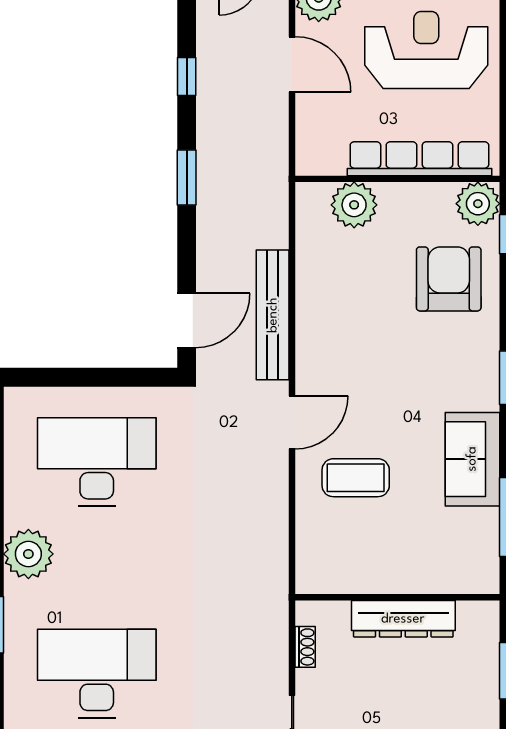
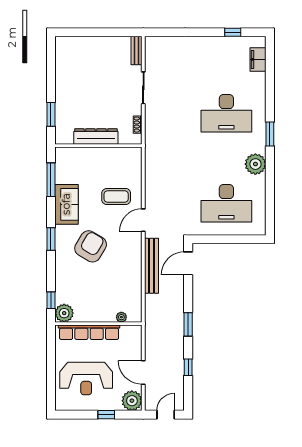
plant: (354, 205) -> (121, 317), width x0.53, depth x0.53
armchair: (449, 279) -> (91, 246), moved, turned -149

